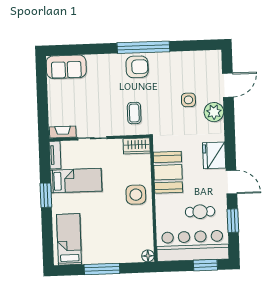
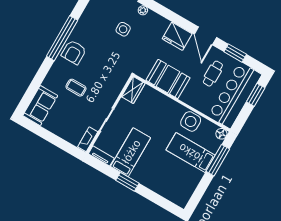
armchair: (137, 67) -> (74, 52), turned 180
plant: (214, 112) -> (143, 10), width x0.53, depth x0.53
coffee table: (134, 113) -> (76, 88), moved
door: (231, 182) -> (205, 36), swing flipped
side table: (136, 195) -> (191, 121), moved
bed: (69, 239) -> (191, 153), moved
window: (102, 269) -> (218, 160), moved

